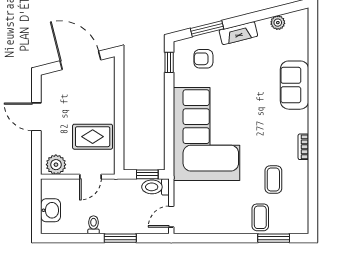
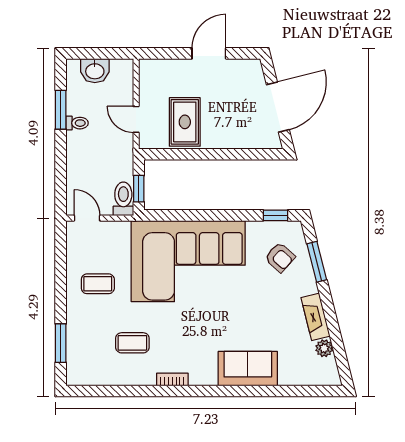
fireplace: (238, 33) -> (315, 317), moved
armchair: (203, 59) -> (280, 257), turned 132
plant: (56, 165) -> (151, 77), removed
coffee table: (260, 217) -> (98, 284), moved
window: (120, 238) -> (61, 110), moved

